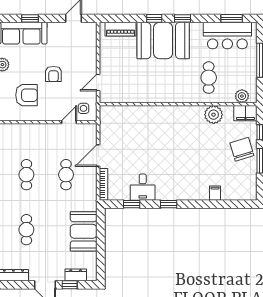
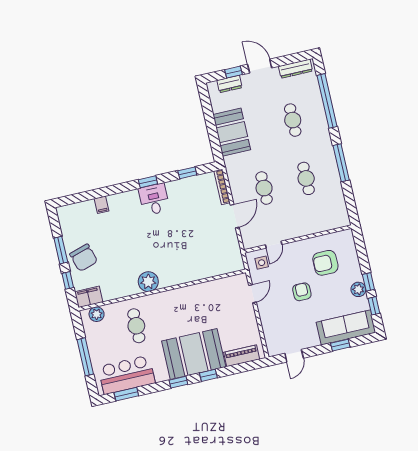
plant: (214, 115) -> (148, 282), moved
desk: (143, 187) -> (154, 199), moved

